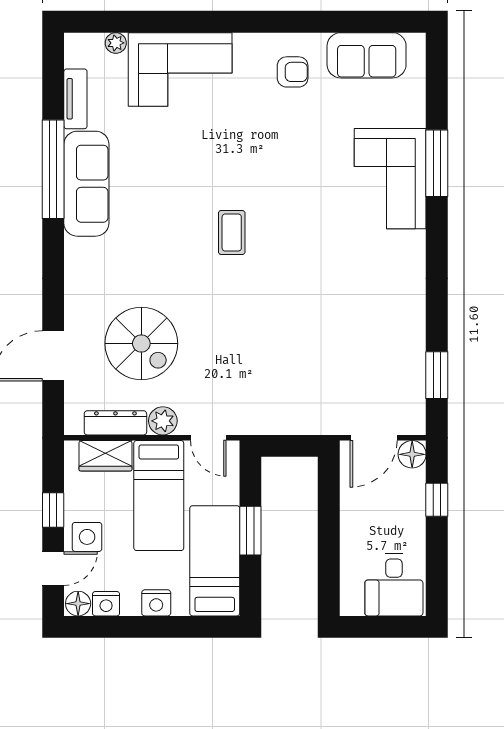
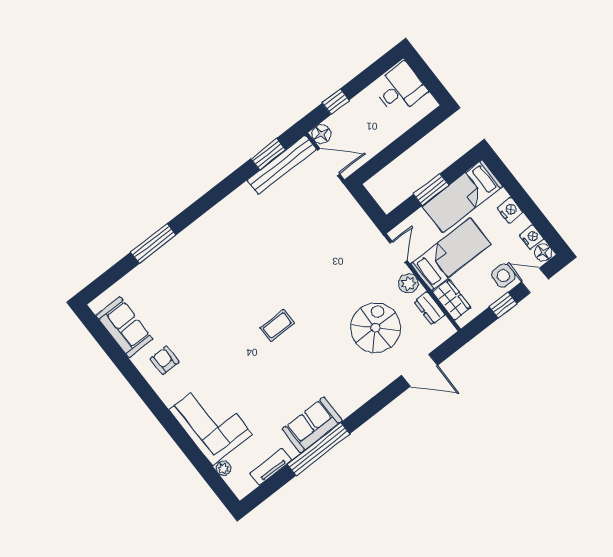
corner sofa: (390, 179) -> (181, 262), removed
sofa: (86, 184) -> (312, 425), width x0.73
bench: (413, 381) -> (282, 165), added
dresser: (115, 423) -> (430, 308), width x0.70

